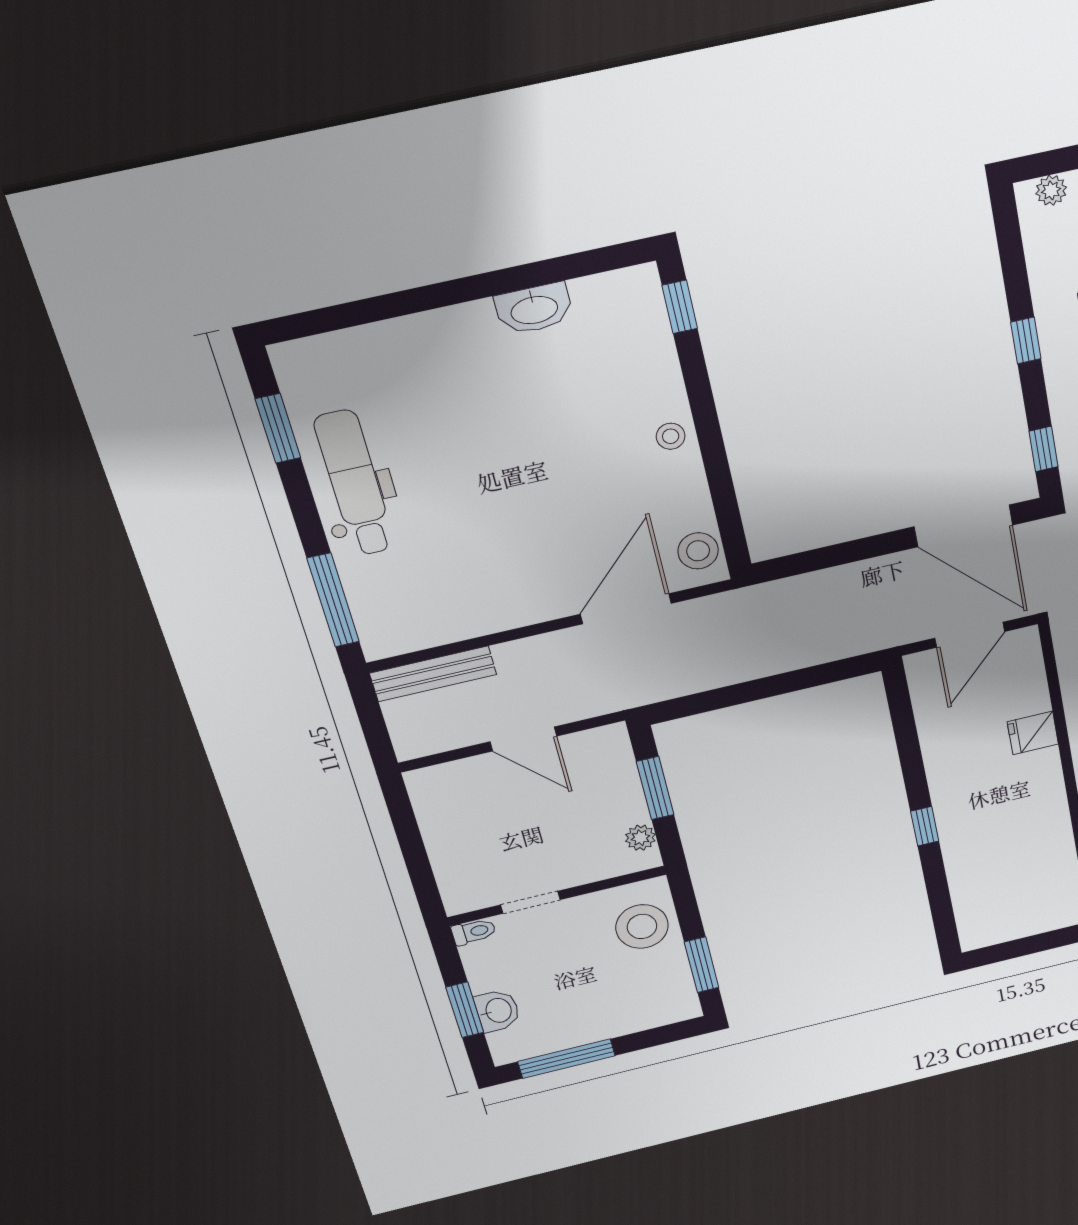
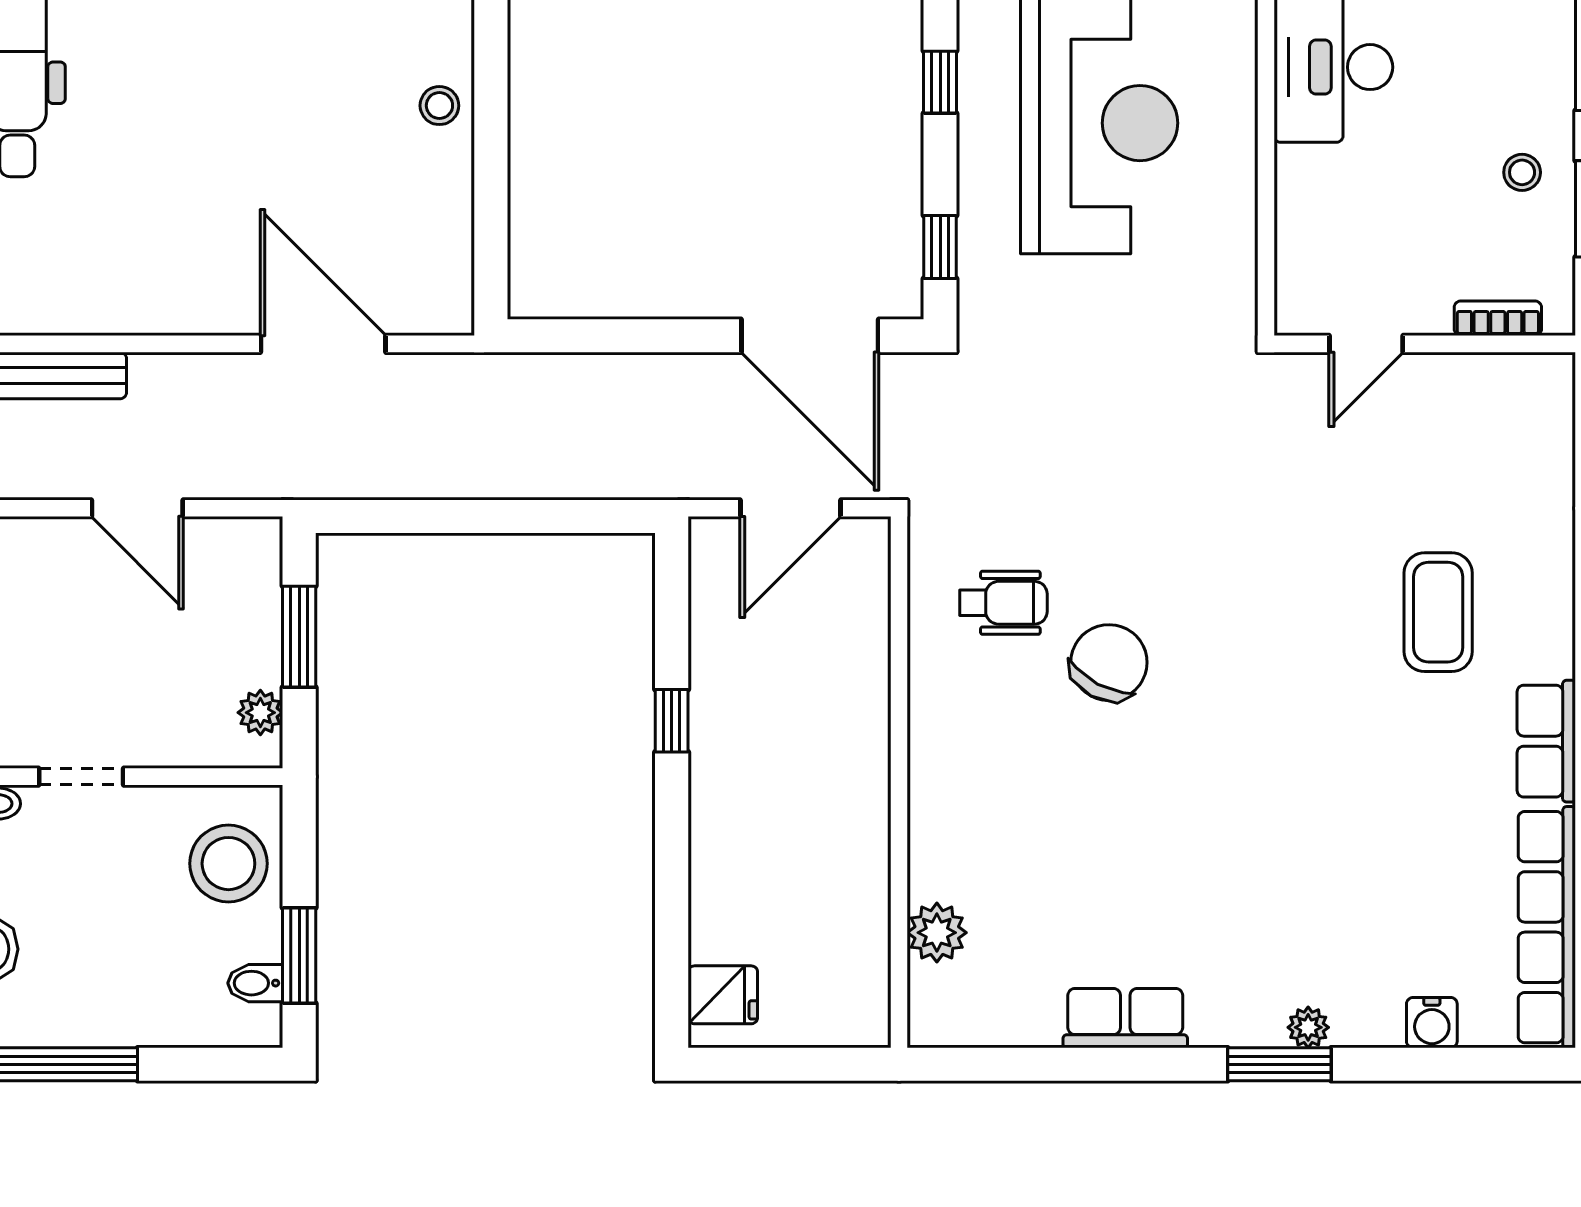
stool: (698, 551) -> (439, 282), removed
door: (626, 609) -> (323, 344), hinge flipped
fridge: (1033, 733) -> (723, 995), moved, turned 180
window: (925, 826) -> (672, 721), moved
bidet: (677, 986) -> (255, 983), added

